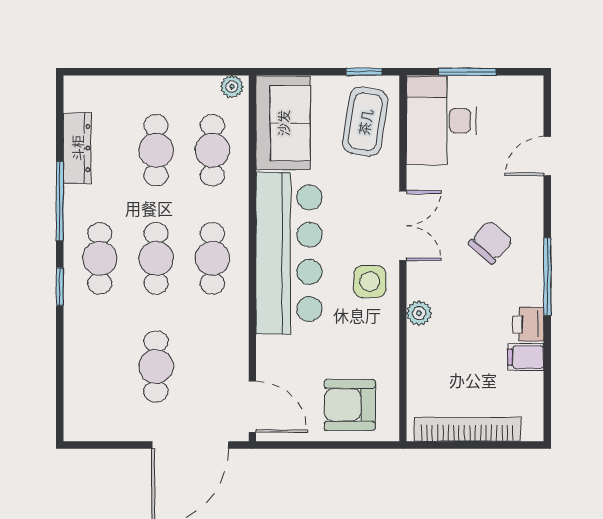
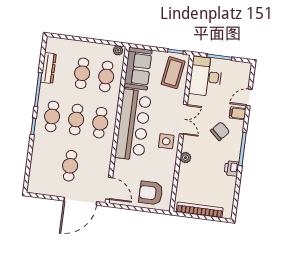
filing cabinet: (526, 357) -> (238, 113), moved

